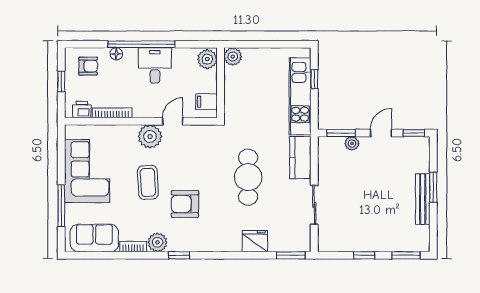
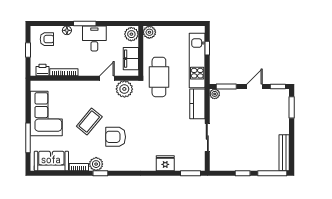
window: (141, 44) -> (85, 24), width x0.47
filing cabinet: (206, 102) -> (131, 59), width x2.00
plant: (150, 137) -> (124, 89), moved
plant: (352, 143) -> (215, 94), moved
cafe table: (248, 177) -> (159, 77), moved
coffee table: (148, 182) -> (89, 121), turned 43
window: (433, 187) -> (292, 107), moved
bench: (423, 199) -> (284, 153), moved
window: (179, 255) -> (100, 173), moved
window: (406, 255) -> (272, 173), width x1.44

